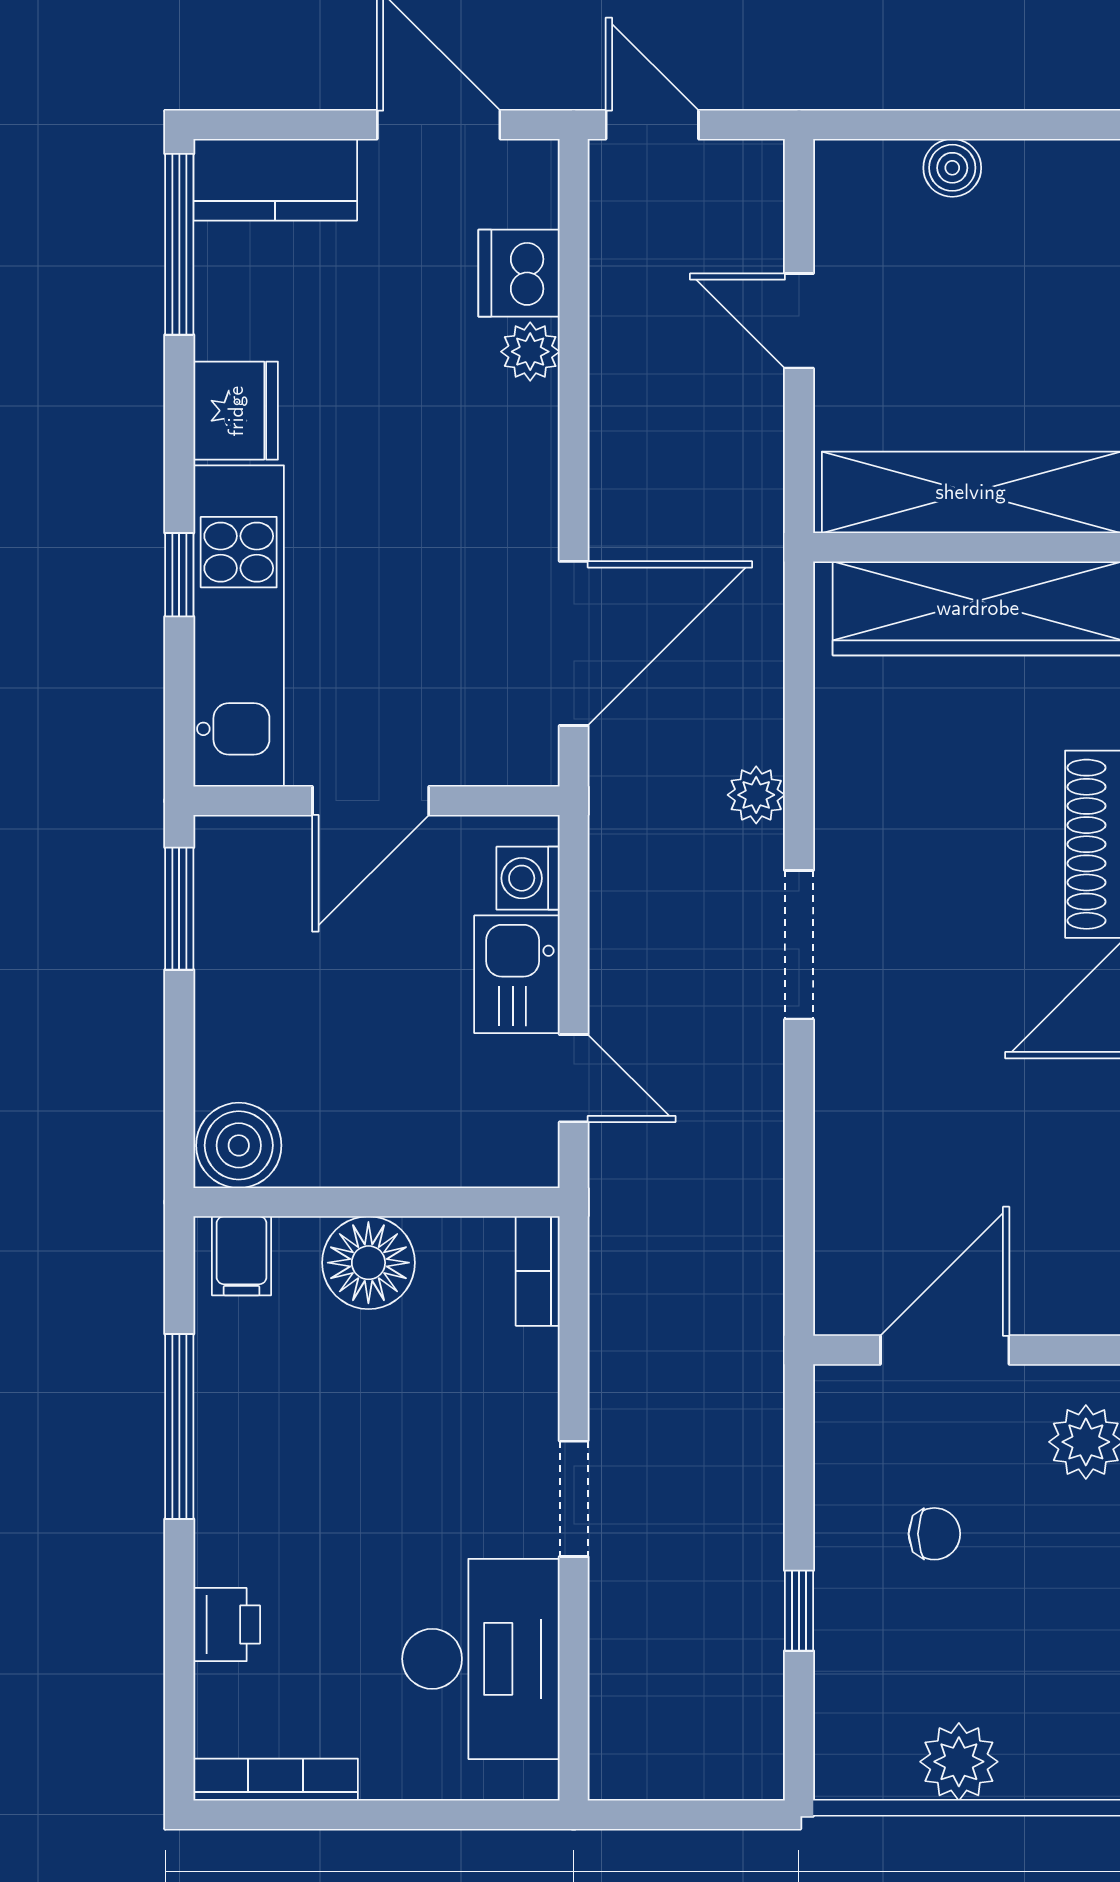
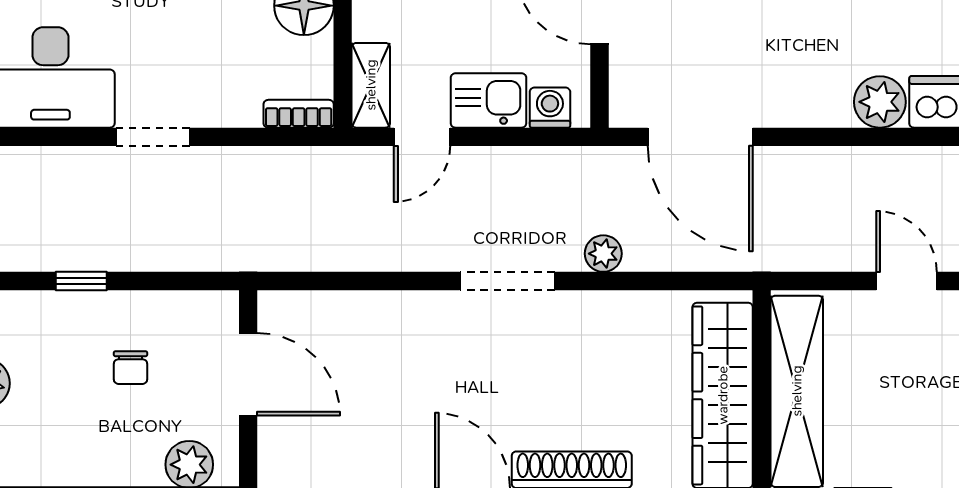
door: (799, 321) -> (907, 281), hinge flipped
plant: (530, 352) -> (880, 102), width x1.38, depth x1.38
shelving: (493, 1158) -> (371, 85), added

